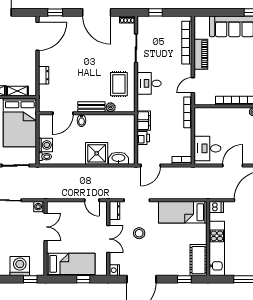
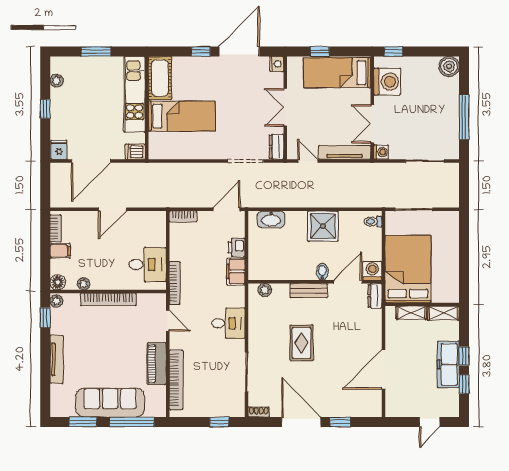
window: (55, 12) -> (340, 422), moved
window: (219, 12) -> (132, 422), added
door: (37, 36) -> (383, 369), moved
dresser: (44, 75) -> (375, 296), moved
rug: (119, 84) -> (301, 343), moved
door: (193, 85) -> (168, 321), hinge flipped
plant: (111, 107) -> (265, 290), moved
washing machine: (45, 145) -> (372, 271), moved, turned 90
desk: (207, 148) -> (148, 264), moved
shower: (97, 153) -> (323, 226), moved
tv unit: (65, 206) -> (345, 152), added
bed: (183, 212) -> (182, 116), moved
stool: (139, 233) -> (242, 115), removed
washing machine: (20, 266) -> (387, 82), moved, turned -90
window: (184, 279) -> (201, 51), moved

